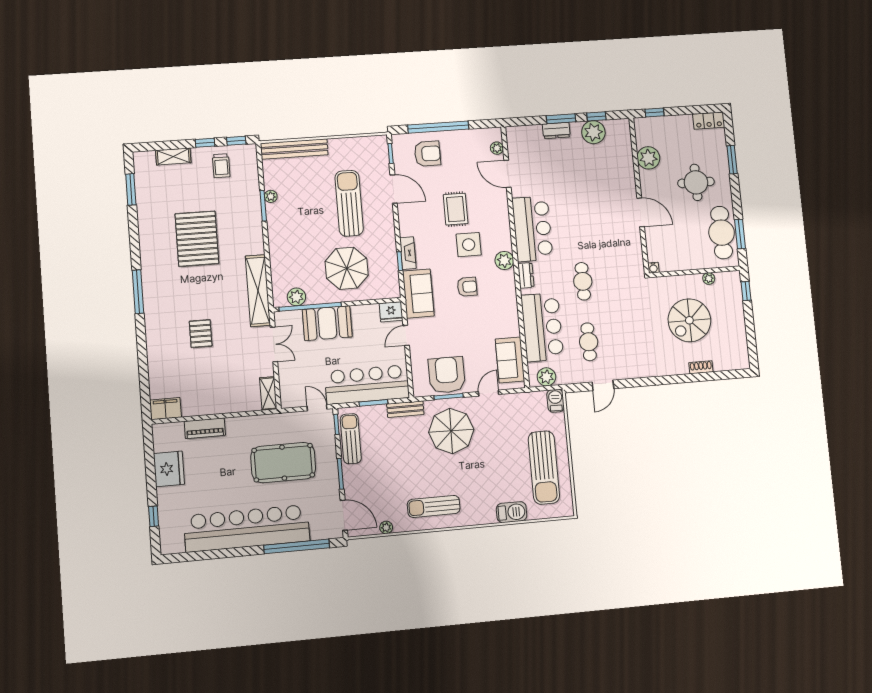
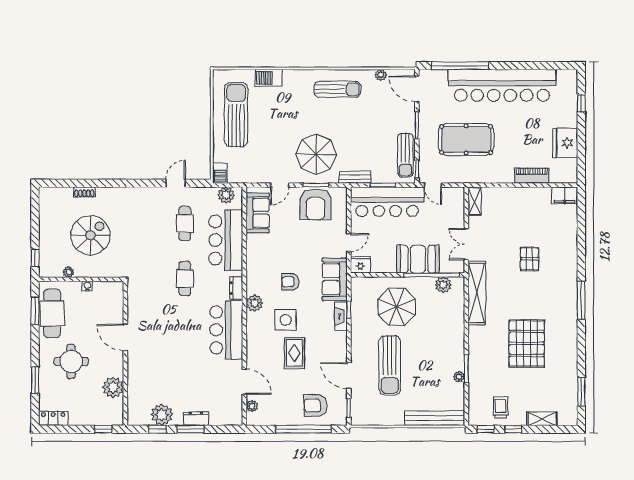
water cooler: (653, 268) -> (87, 286), moved

